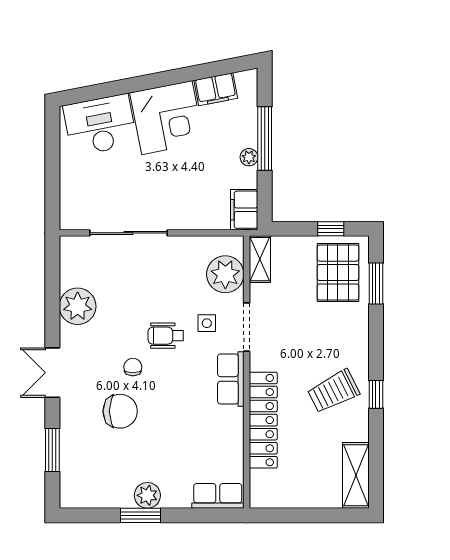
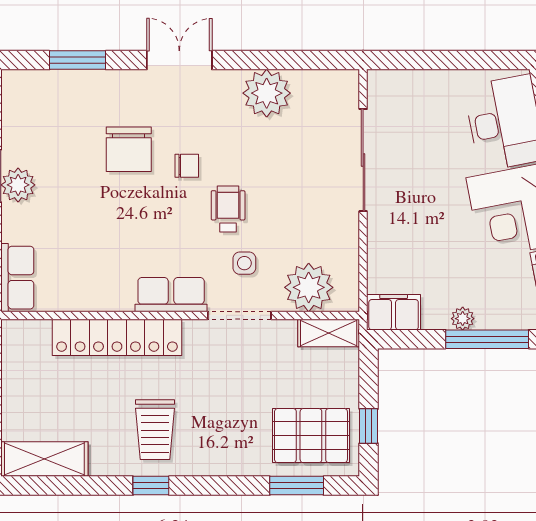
trolley: (333, 391) -> (155, 430), turned -153

